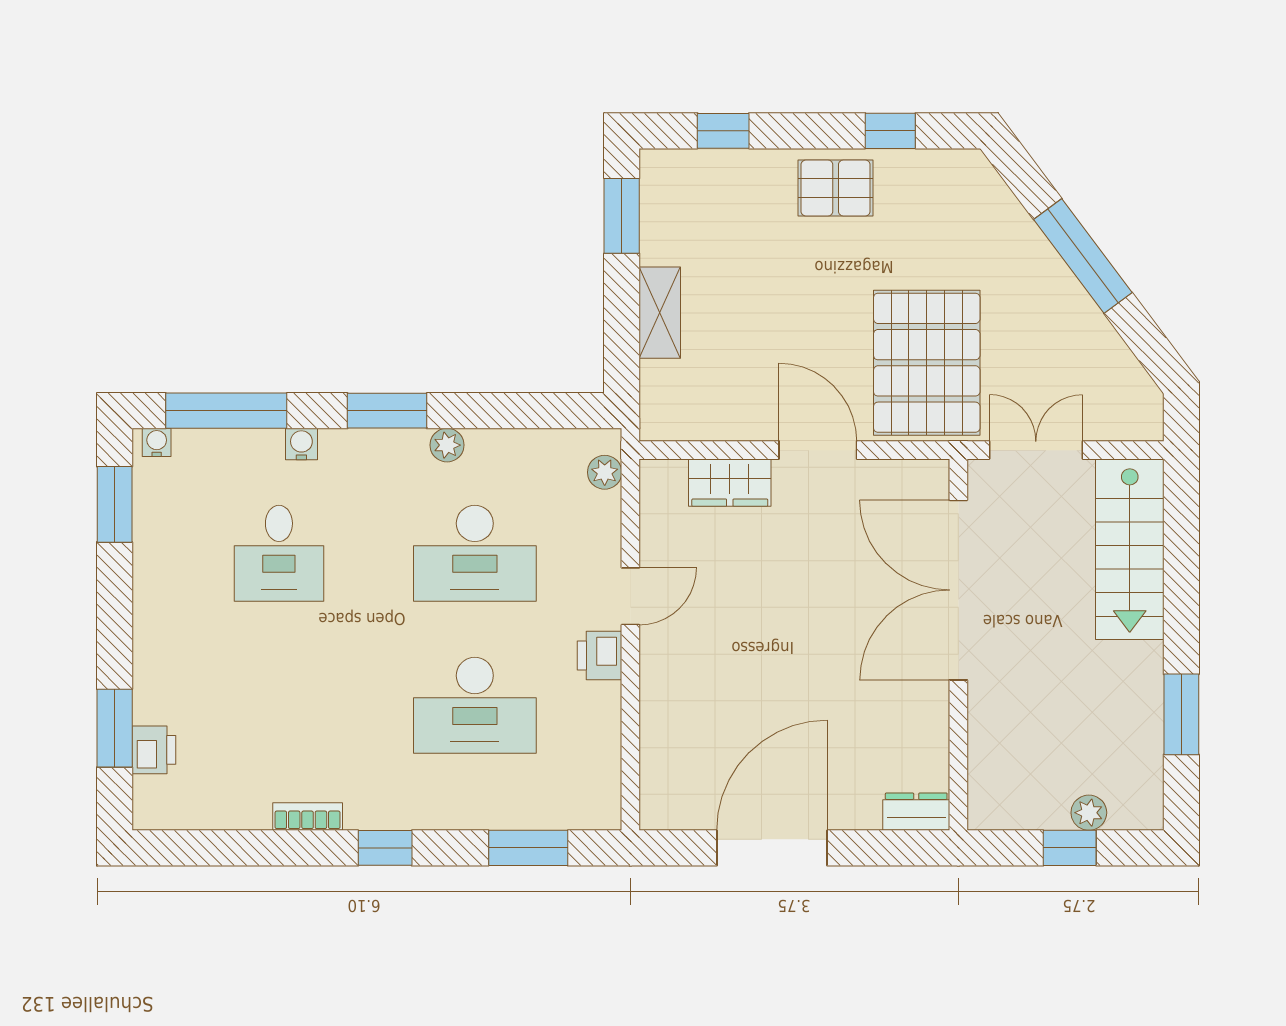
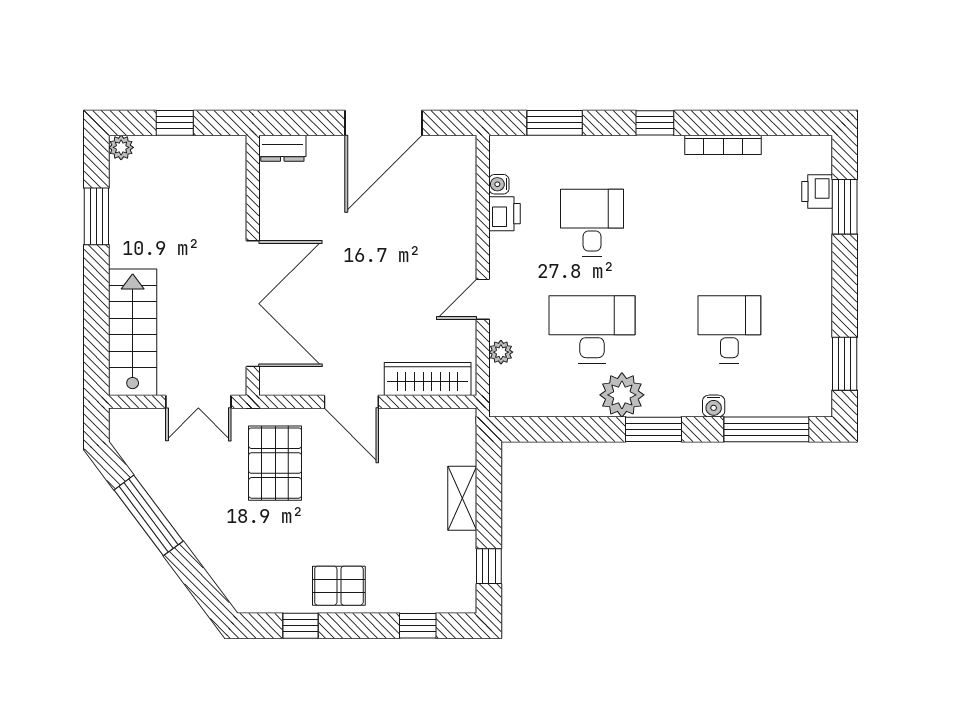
window: (622, 216) -> (489, 566), width x0.67
window: (1083, 256) -> (149, 515), moved
pallet: (927, 363) -> (275, 463), width x0.73, depth x0.71
water cooler: (157, 442) -> (499, 184), moved, turned 90
plant: (447, 445) -> (622, 395), width x1.88, depth x1.88
plant: (605, 472) -> (501, 352), moved
wardrobe: (730, 483) -> (428, 379), width x1.50
printer: (600, 656) -> (504, 214), moved
desk: (475, 705) -> (592, 223), width x0.73
plant: (1089, 813) -> (121, 147), moved
bookcase: (308, 816) -> (723, 145), width x1.56

